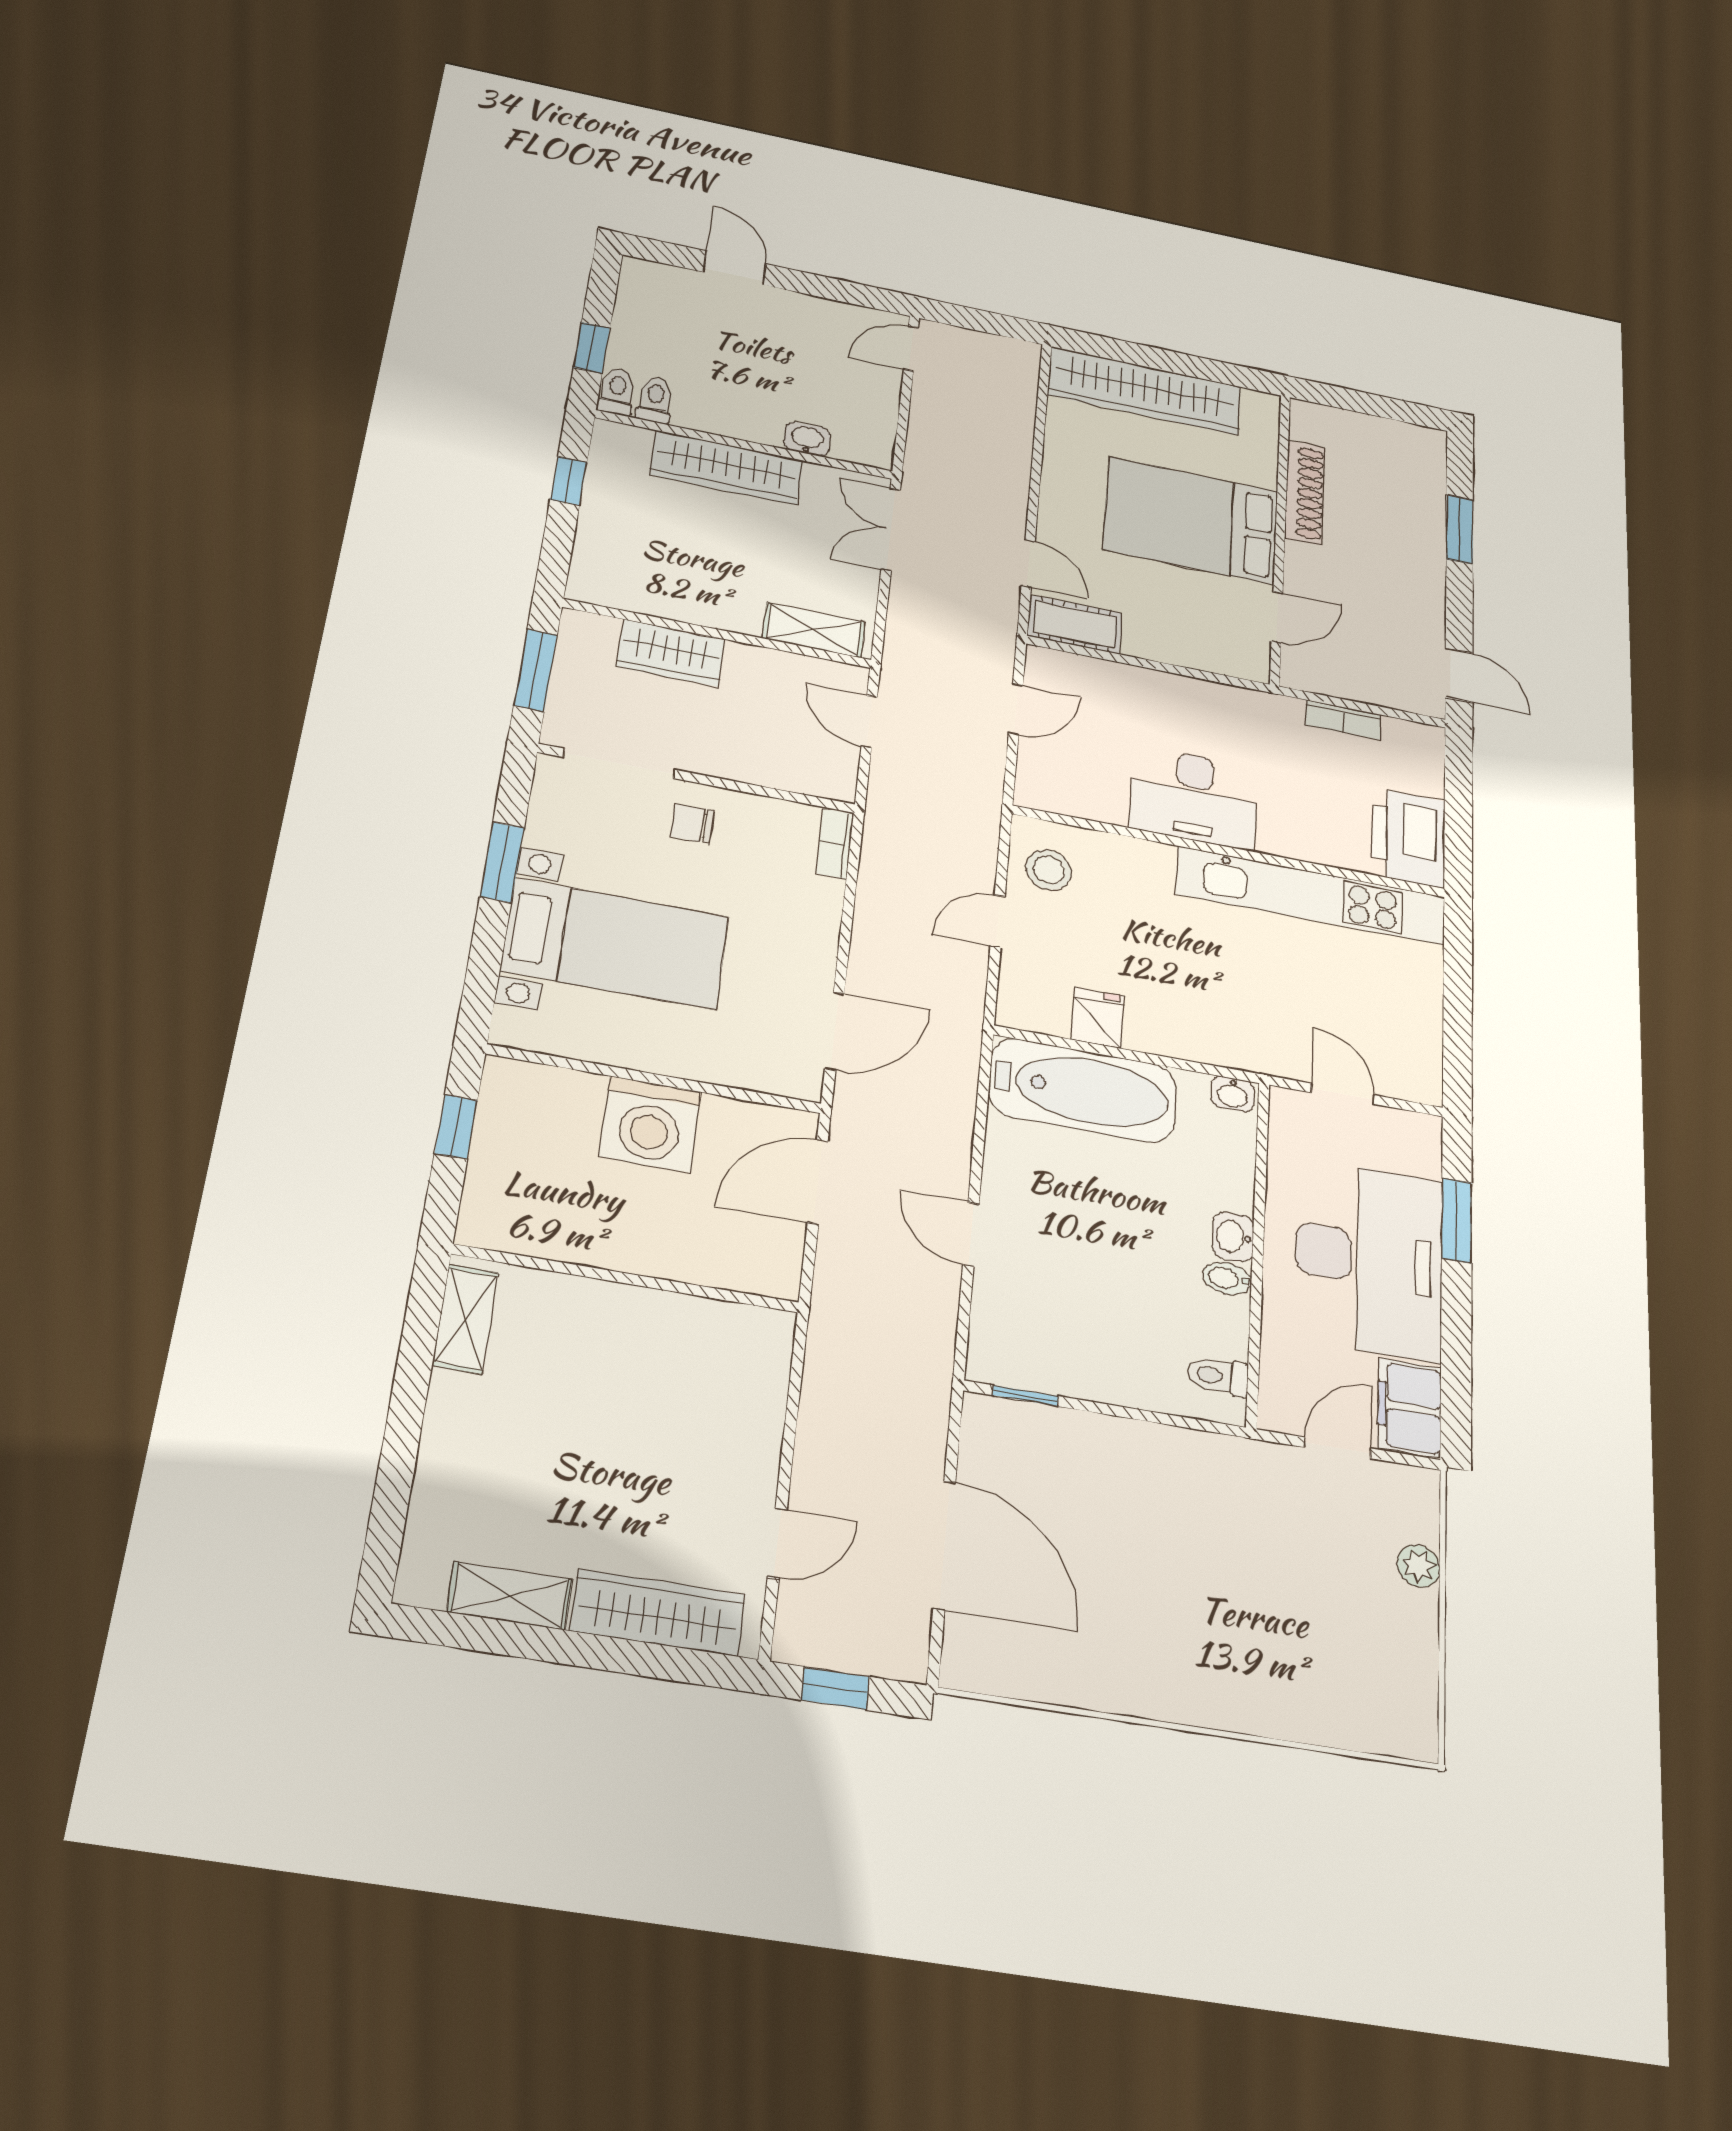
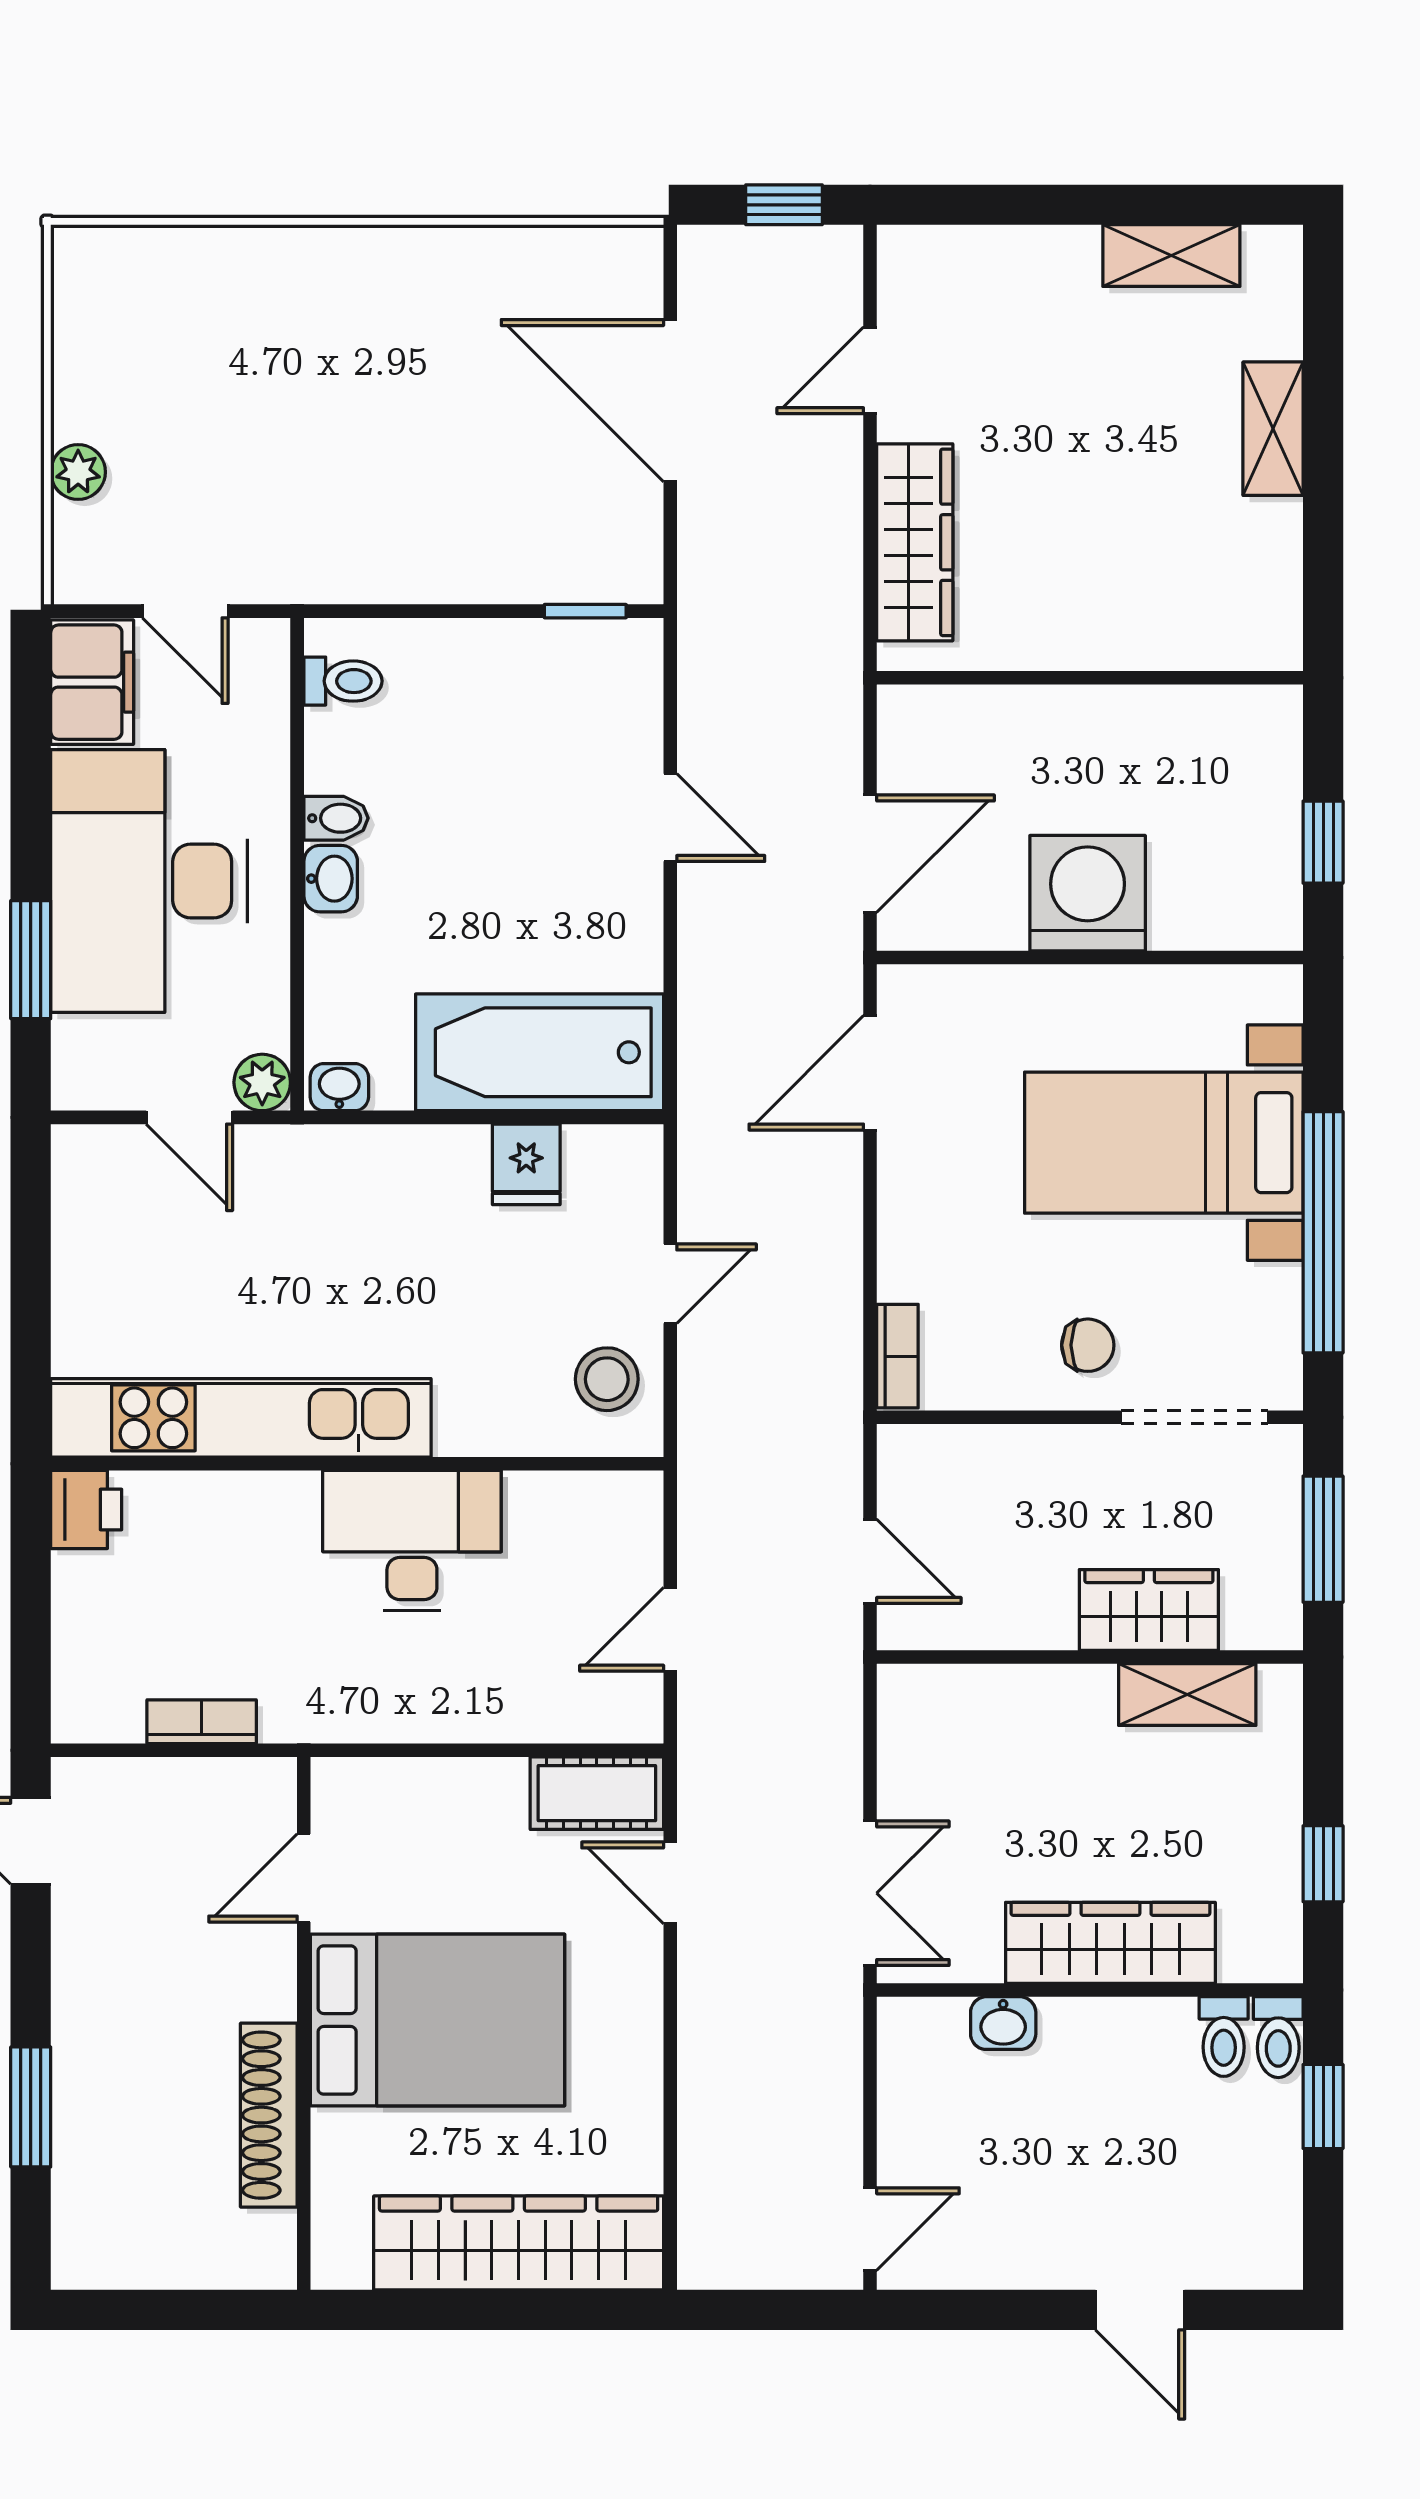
shelving: (814, 630) -> (1187, 1695), moved
printer: (1409, 838) -> (86, 1509), width x0.53, depth x0.68
window: (502, 862) -> (1323, 1232), width x2.11
plant: (1289, 1107) -> (262, 1082), added
shelving: (465, 1319) -> (1273, 429), moved
door: (1338, 1448) -> (185, 611), hinge flipped
wardrobe: (658, 1613) -> (915, 542), moved, turned -90

